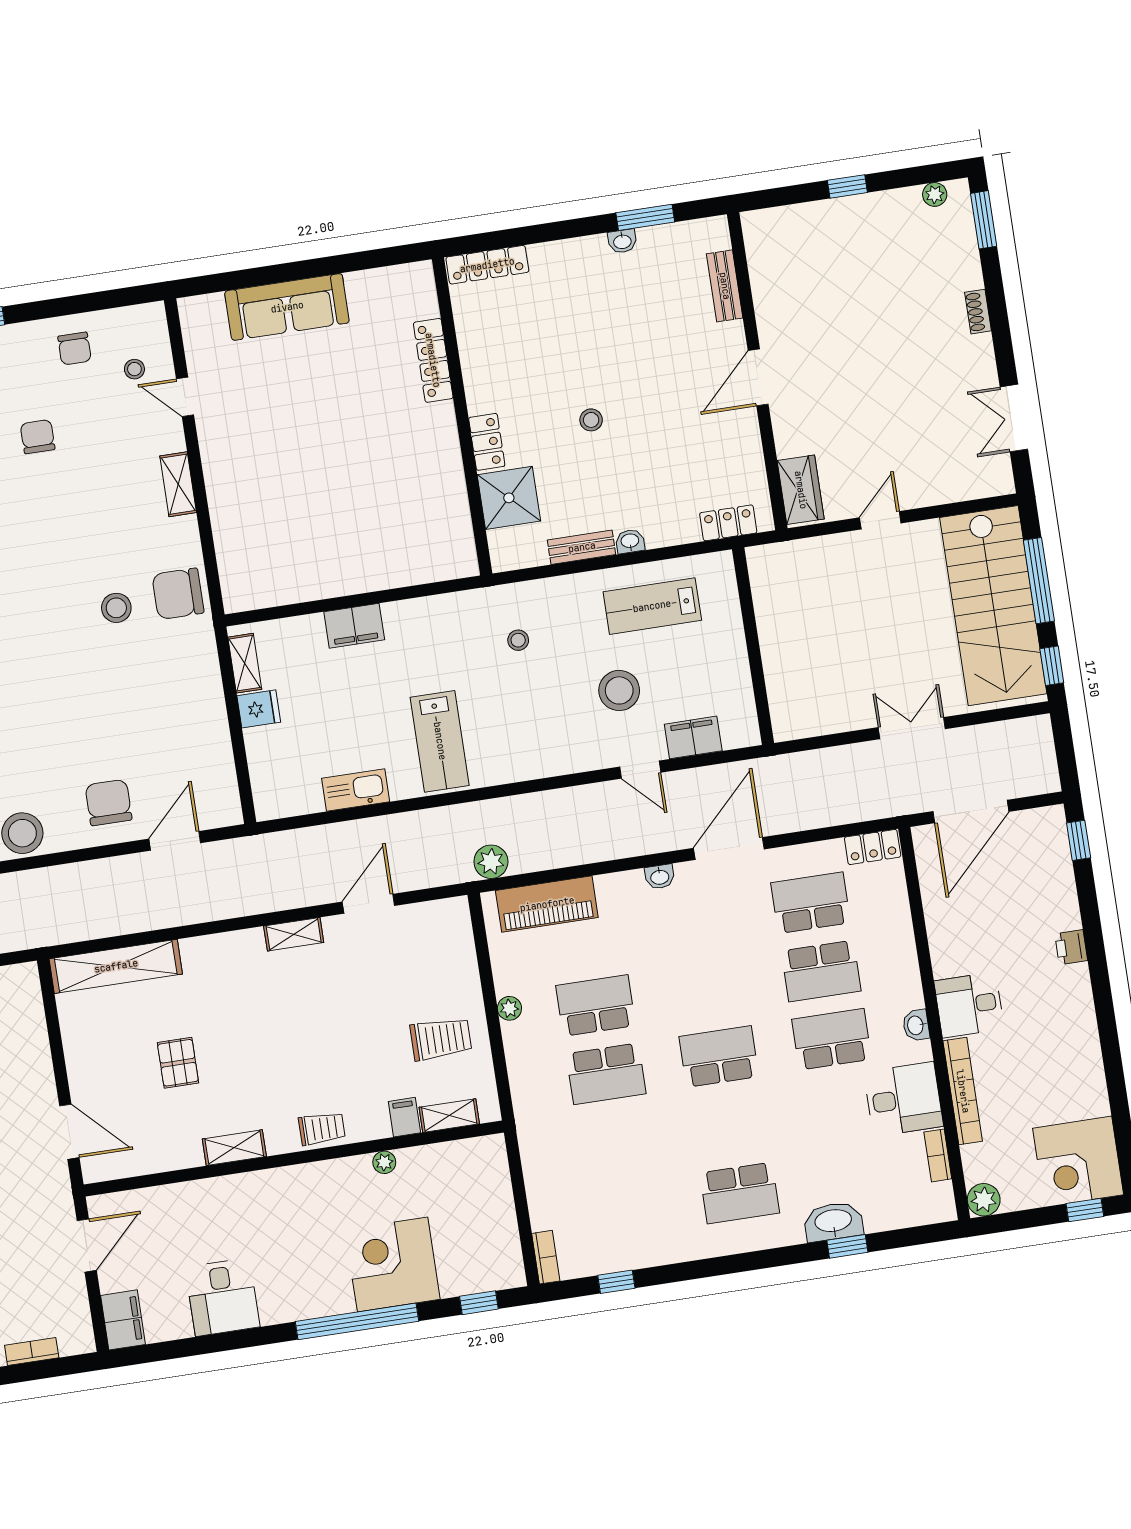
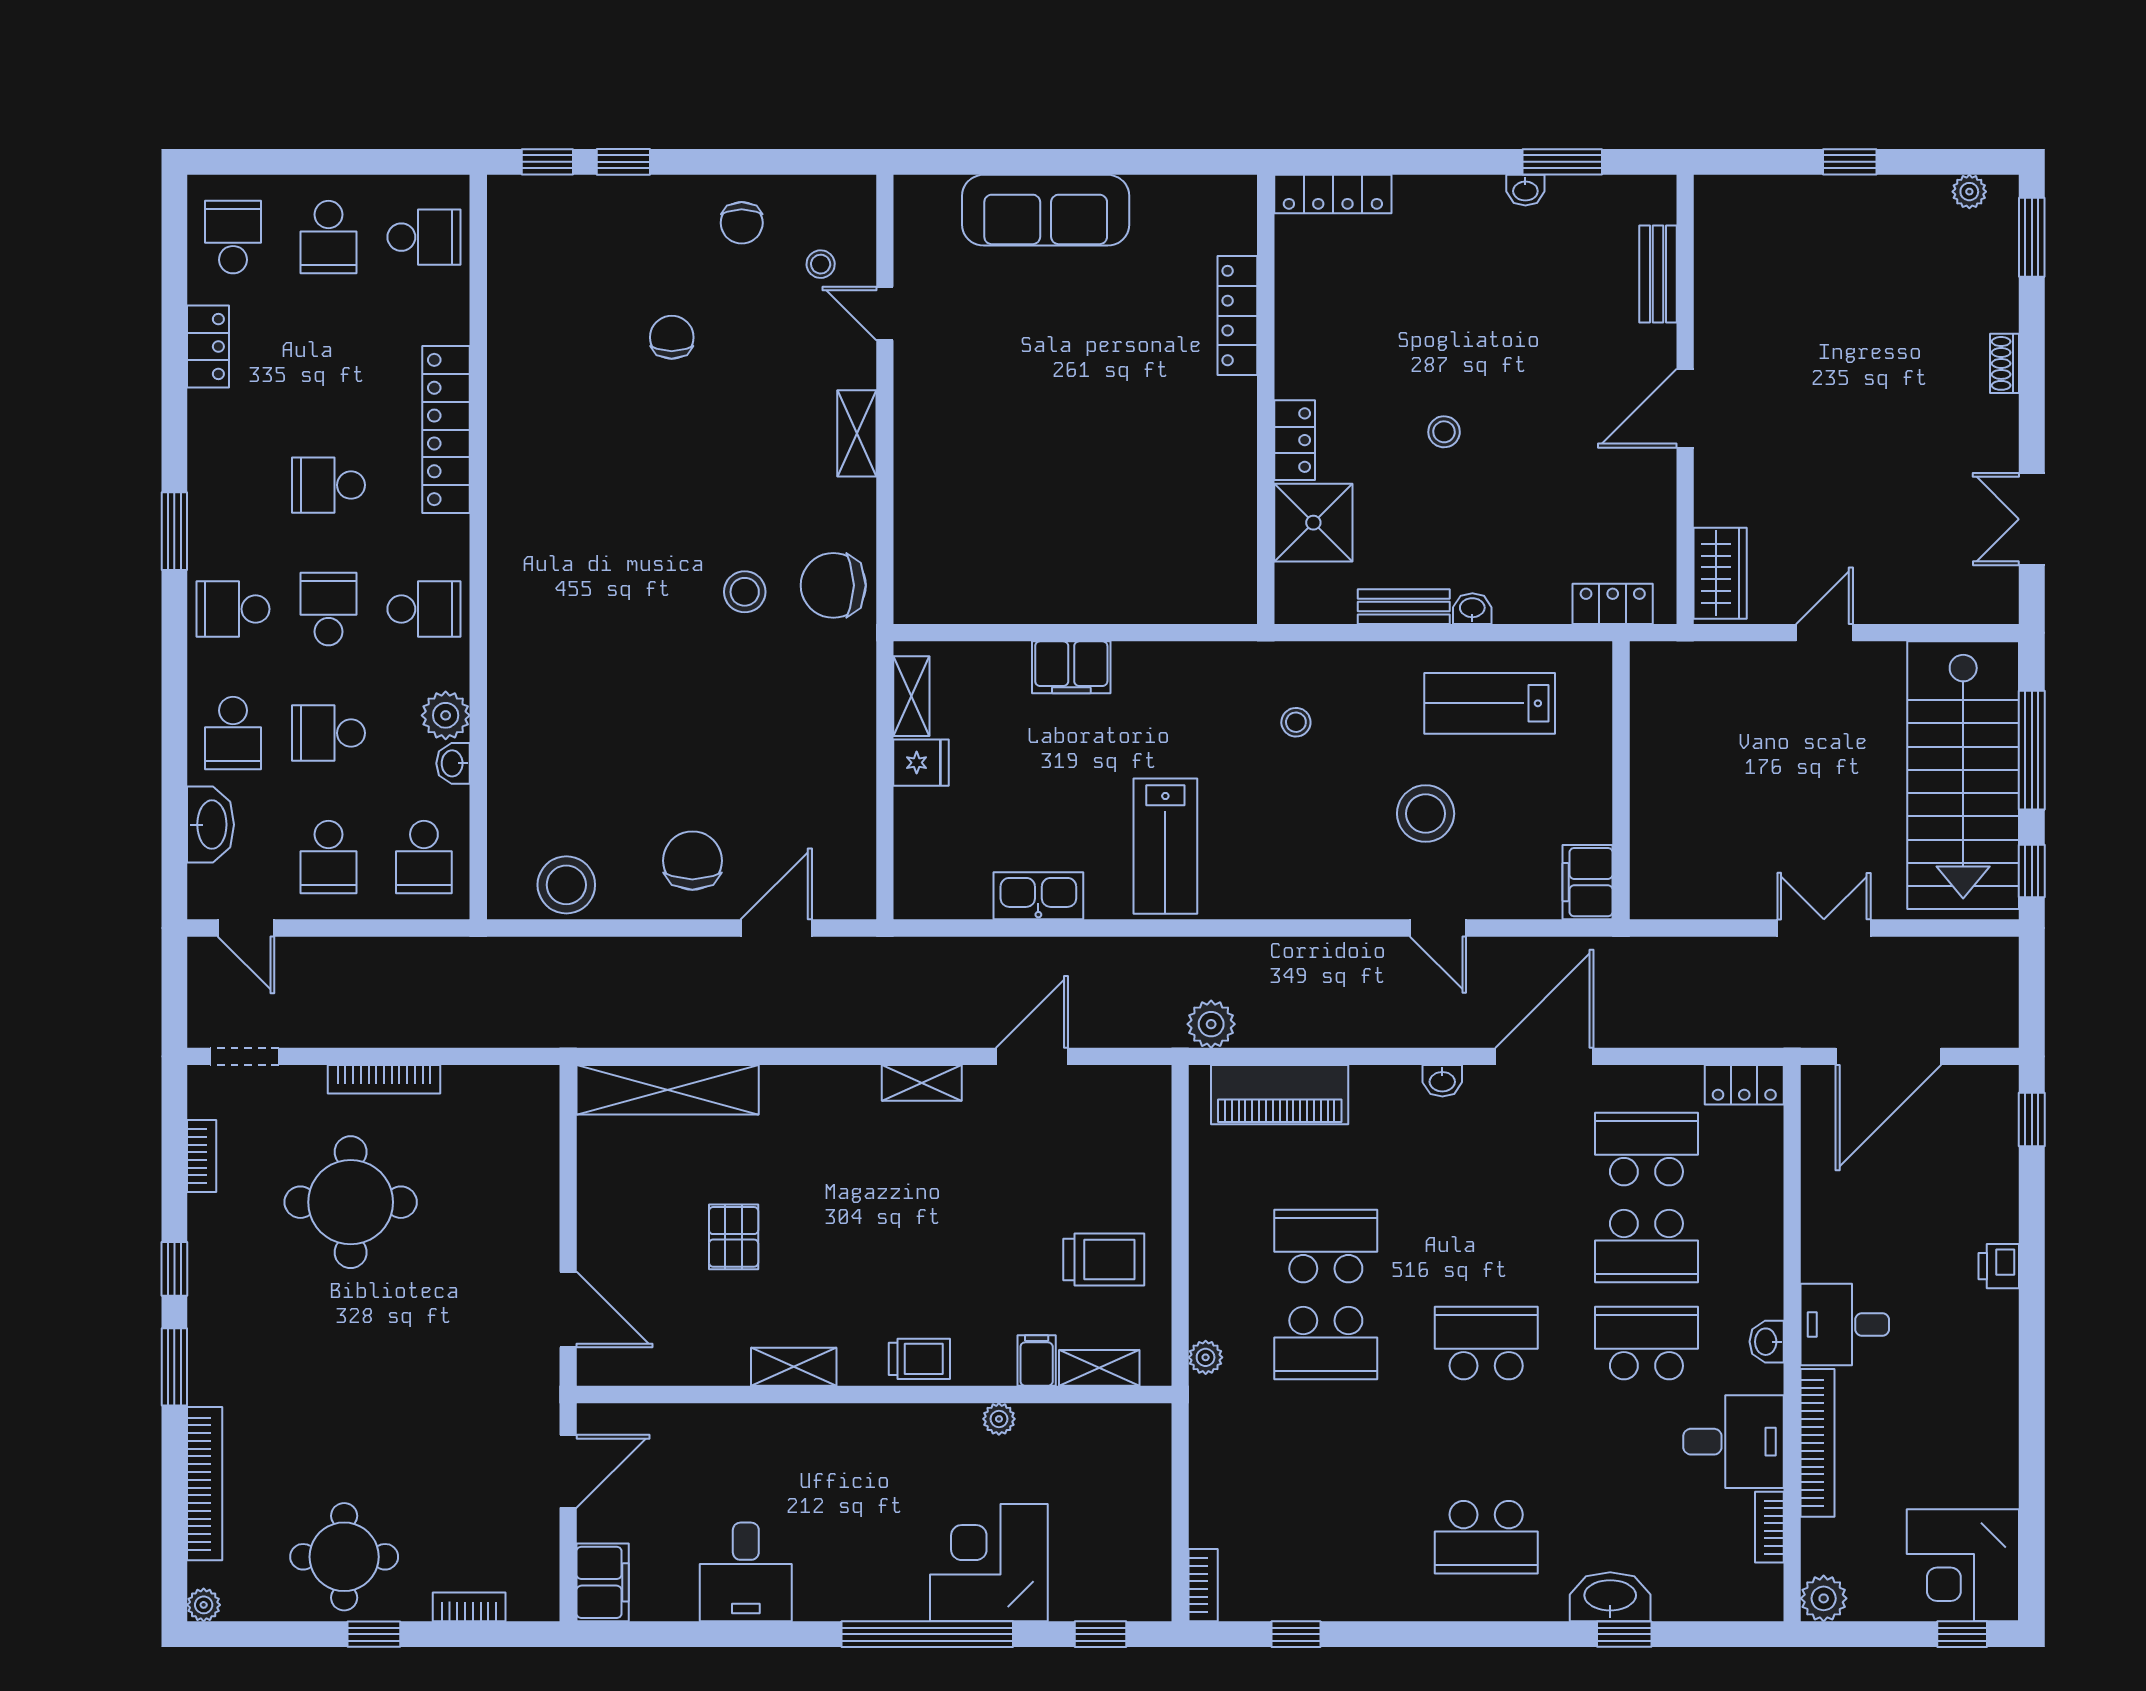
filing cabinet: (693, 737) -> (1588, 882), moved, turned -90
plant: (509, 1008) -> (1206, 1357), moved

